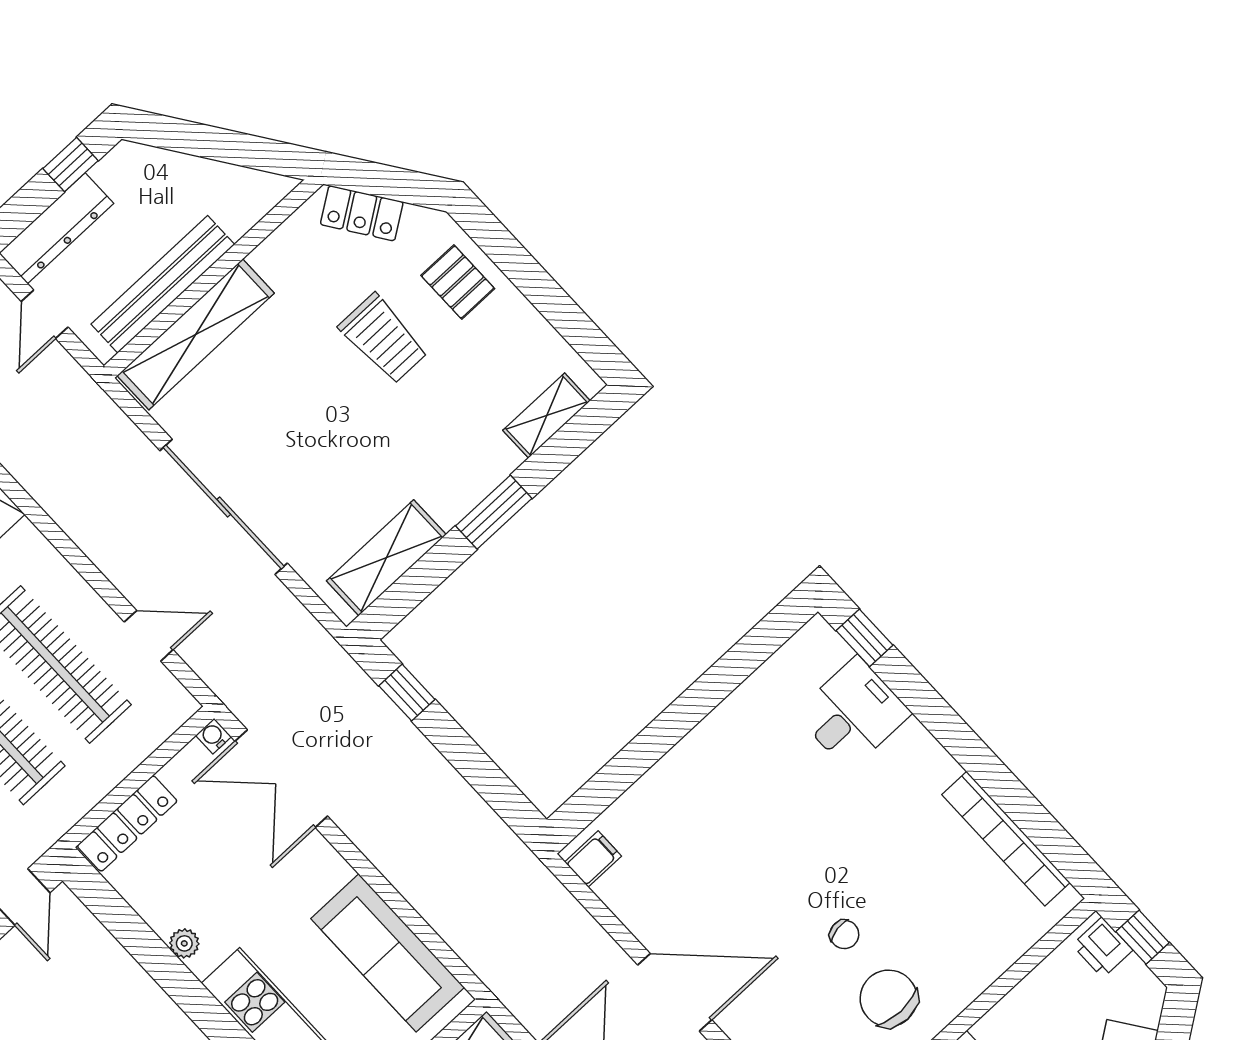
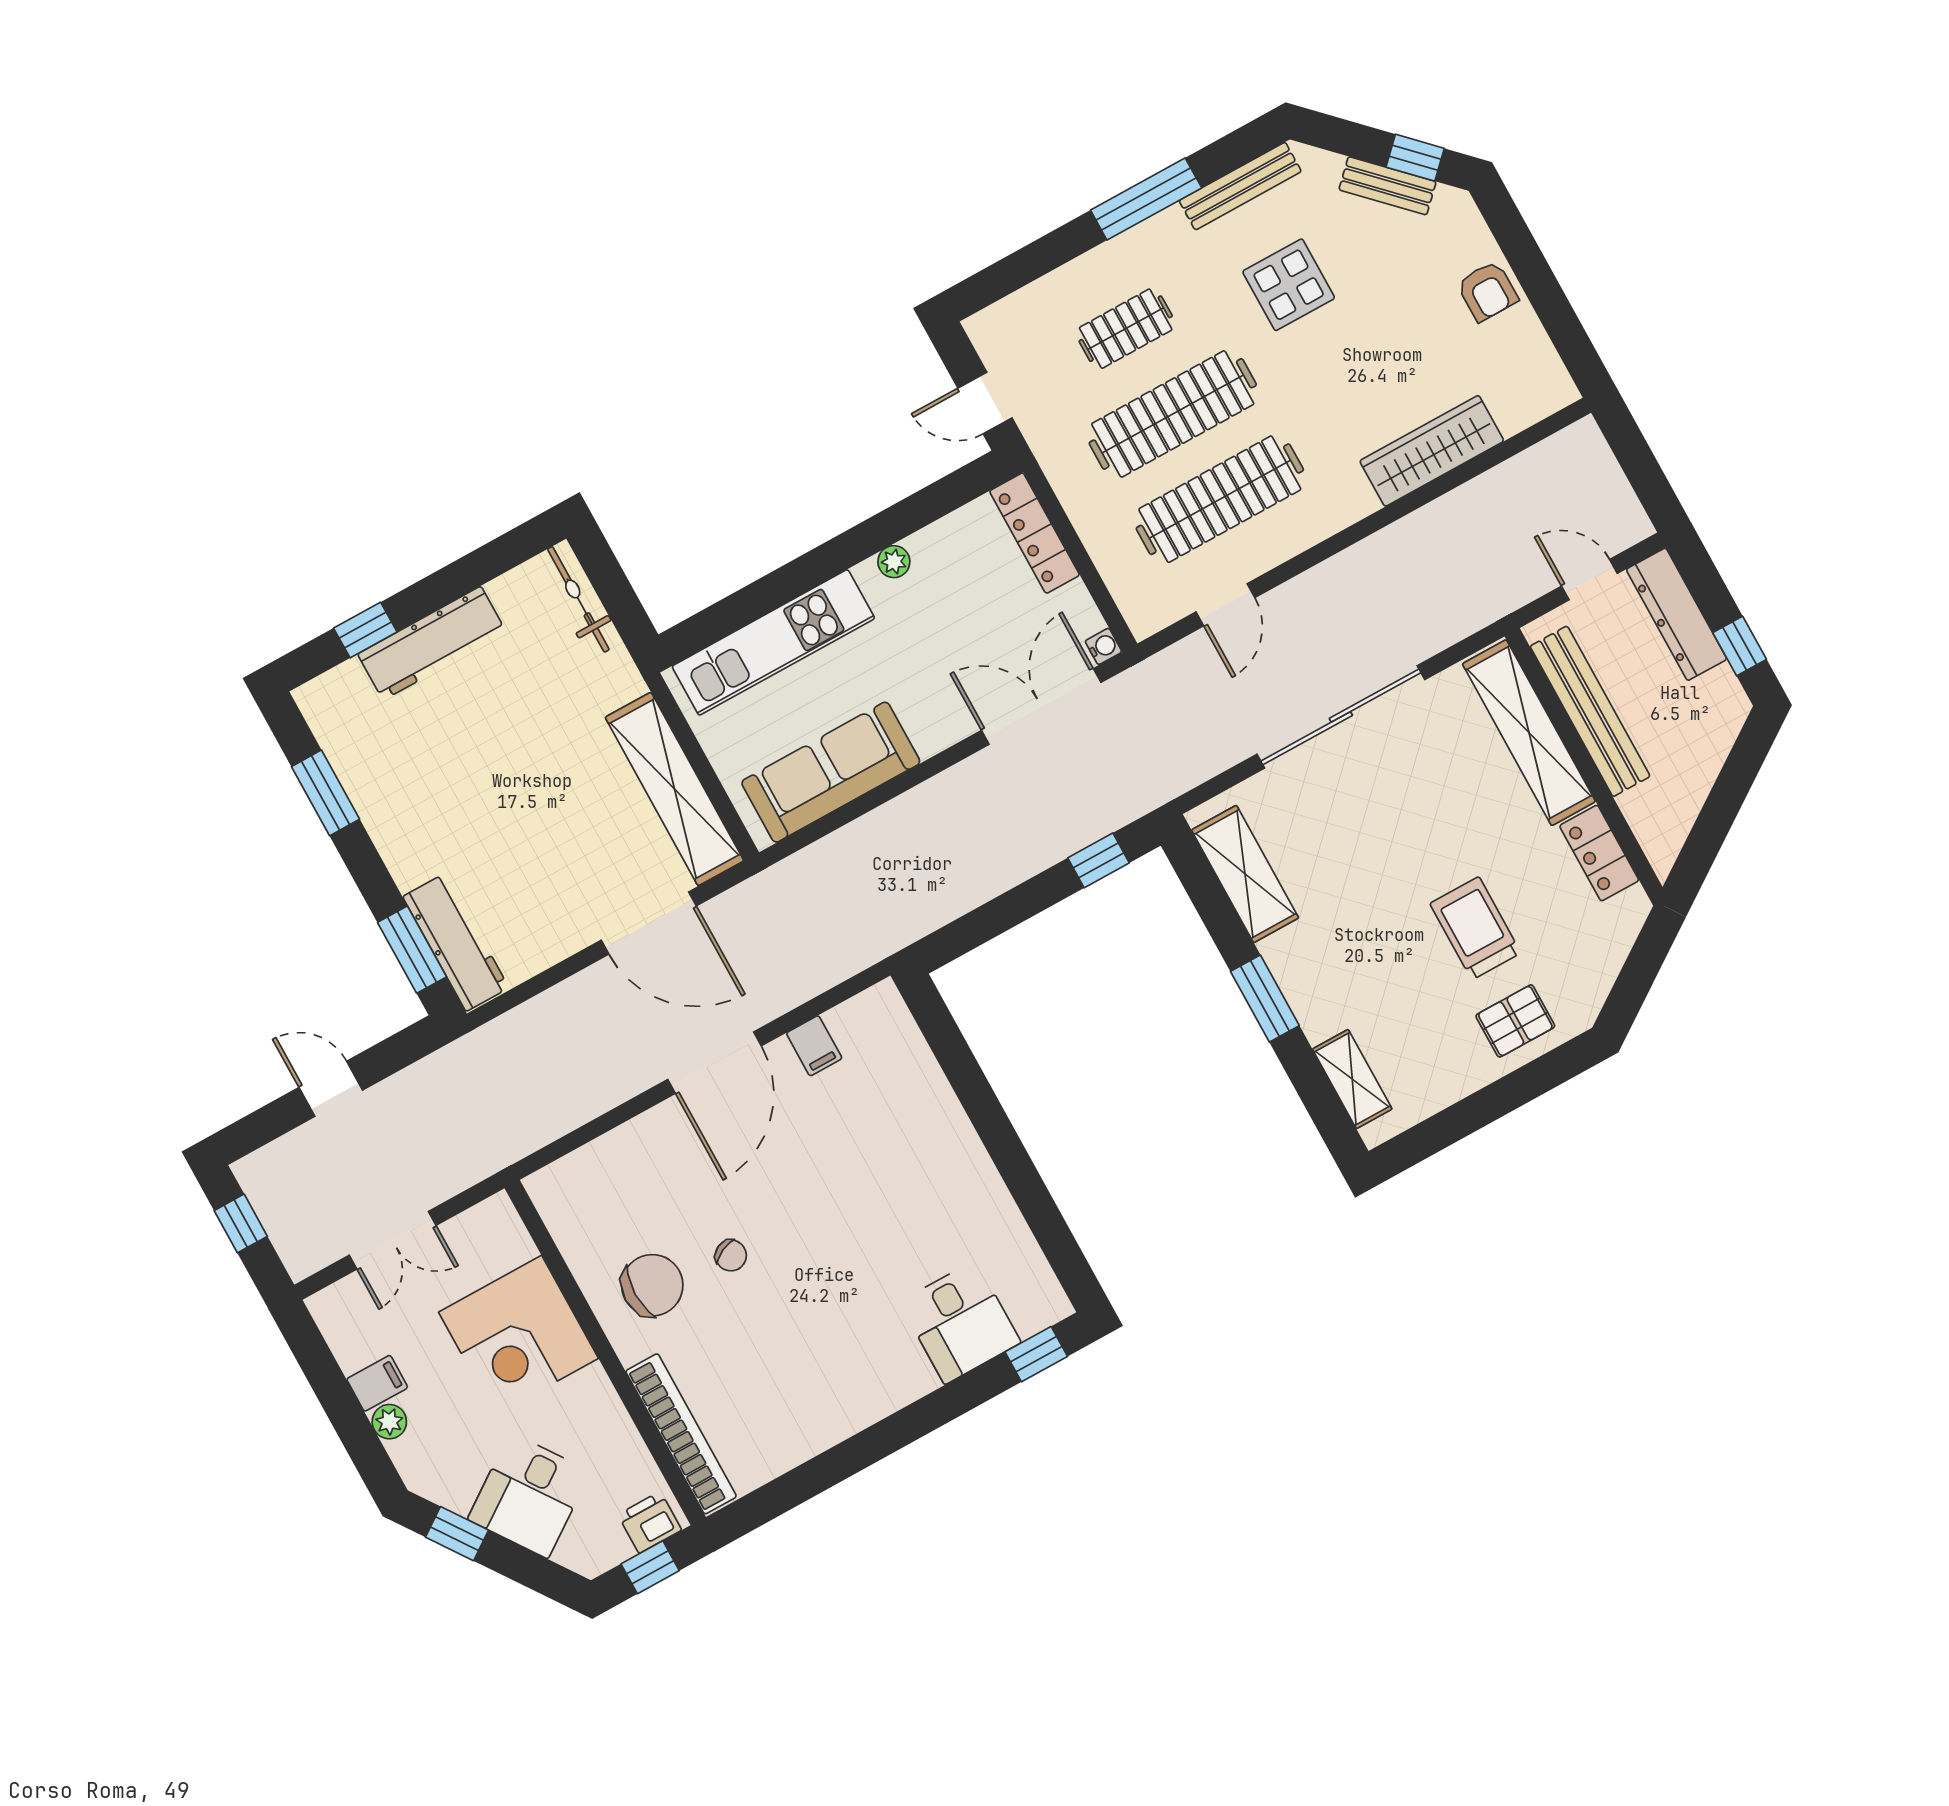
locker: (362, 213) -> (1599, 853), moved, turned -55
trolley: (383, 339) -> (1475, 928), turned 90
bookcase: (1006, 839) -> (681, 1434), moved, turned 90
filing cabinet: (593, 859) -> (814, 1046), moved
chair: (844, 934) -> (731, 1255), turned -107

